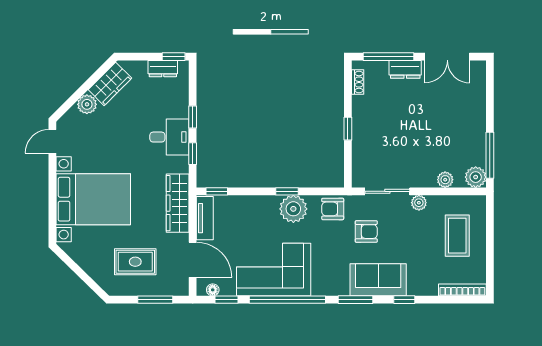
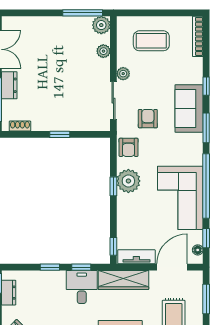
desk: (169, 137) -> (82, 287), moved

